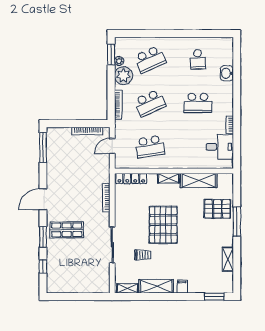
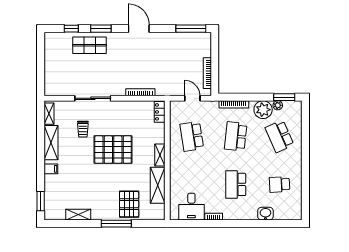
school desk: (150, 103) -> (236, 136), turned 30
locker: (131, 179) -> (160, 112), width x0.66
shop shelf: (67, 230) -> (90, 45), moved, turned 90

